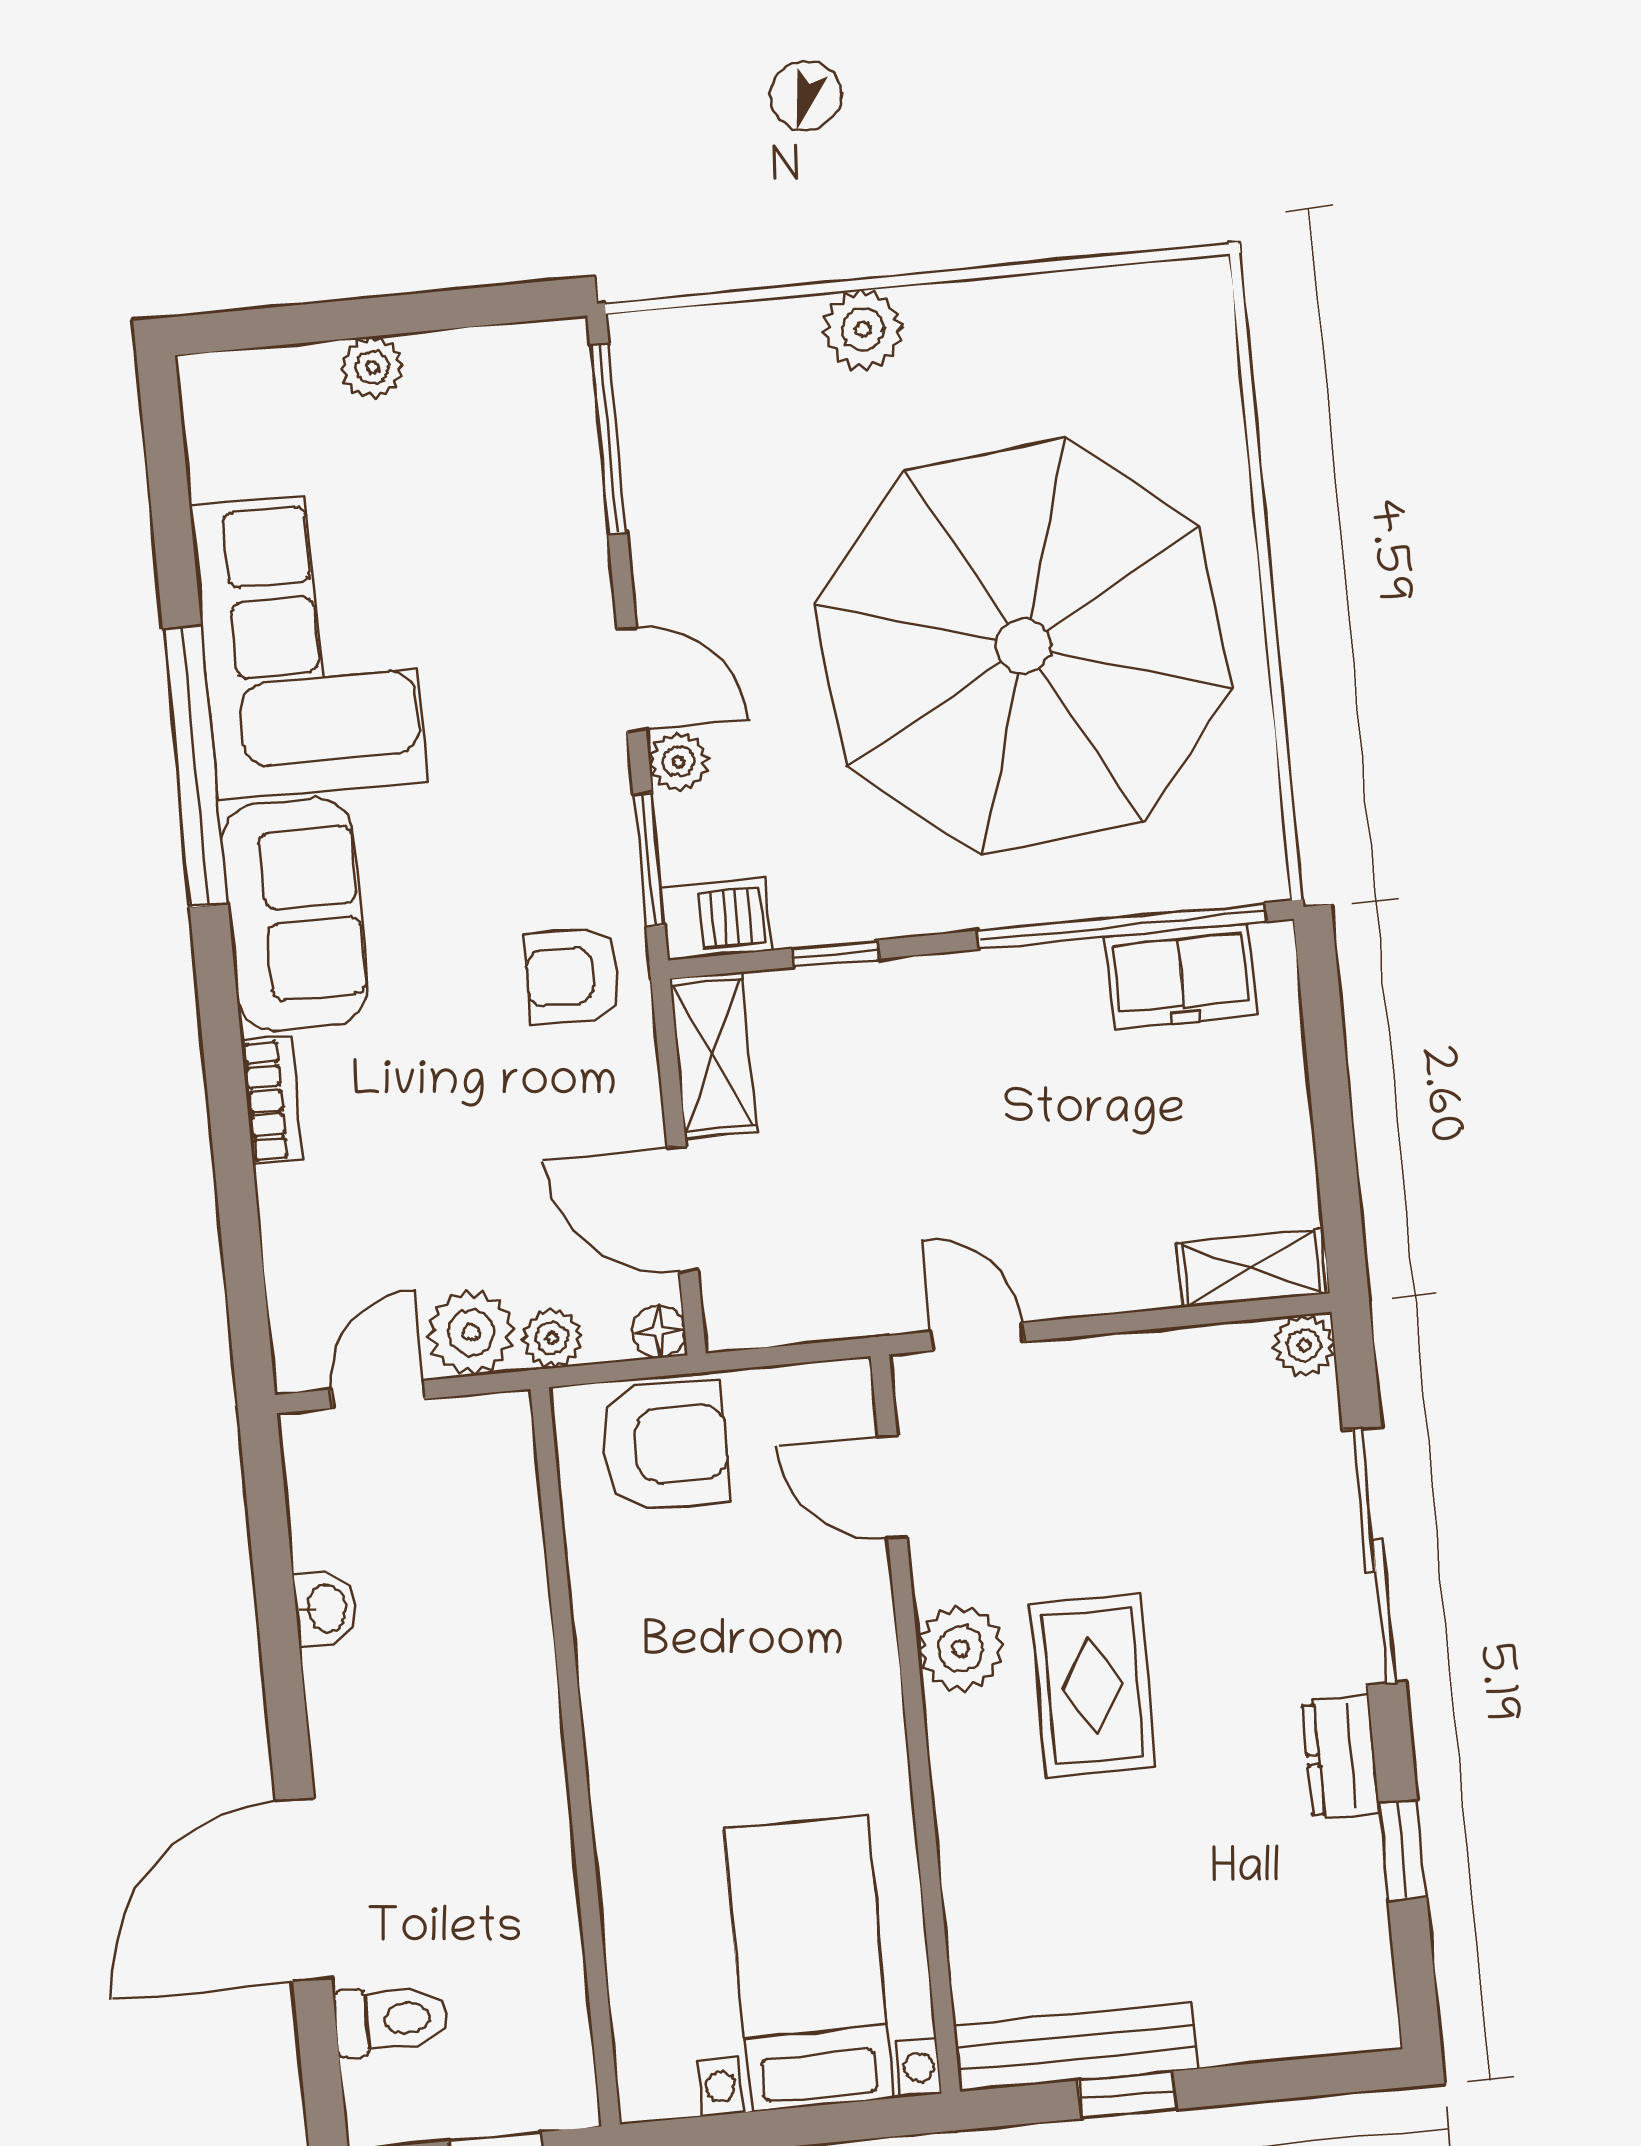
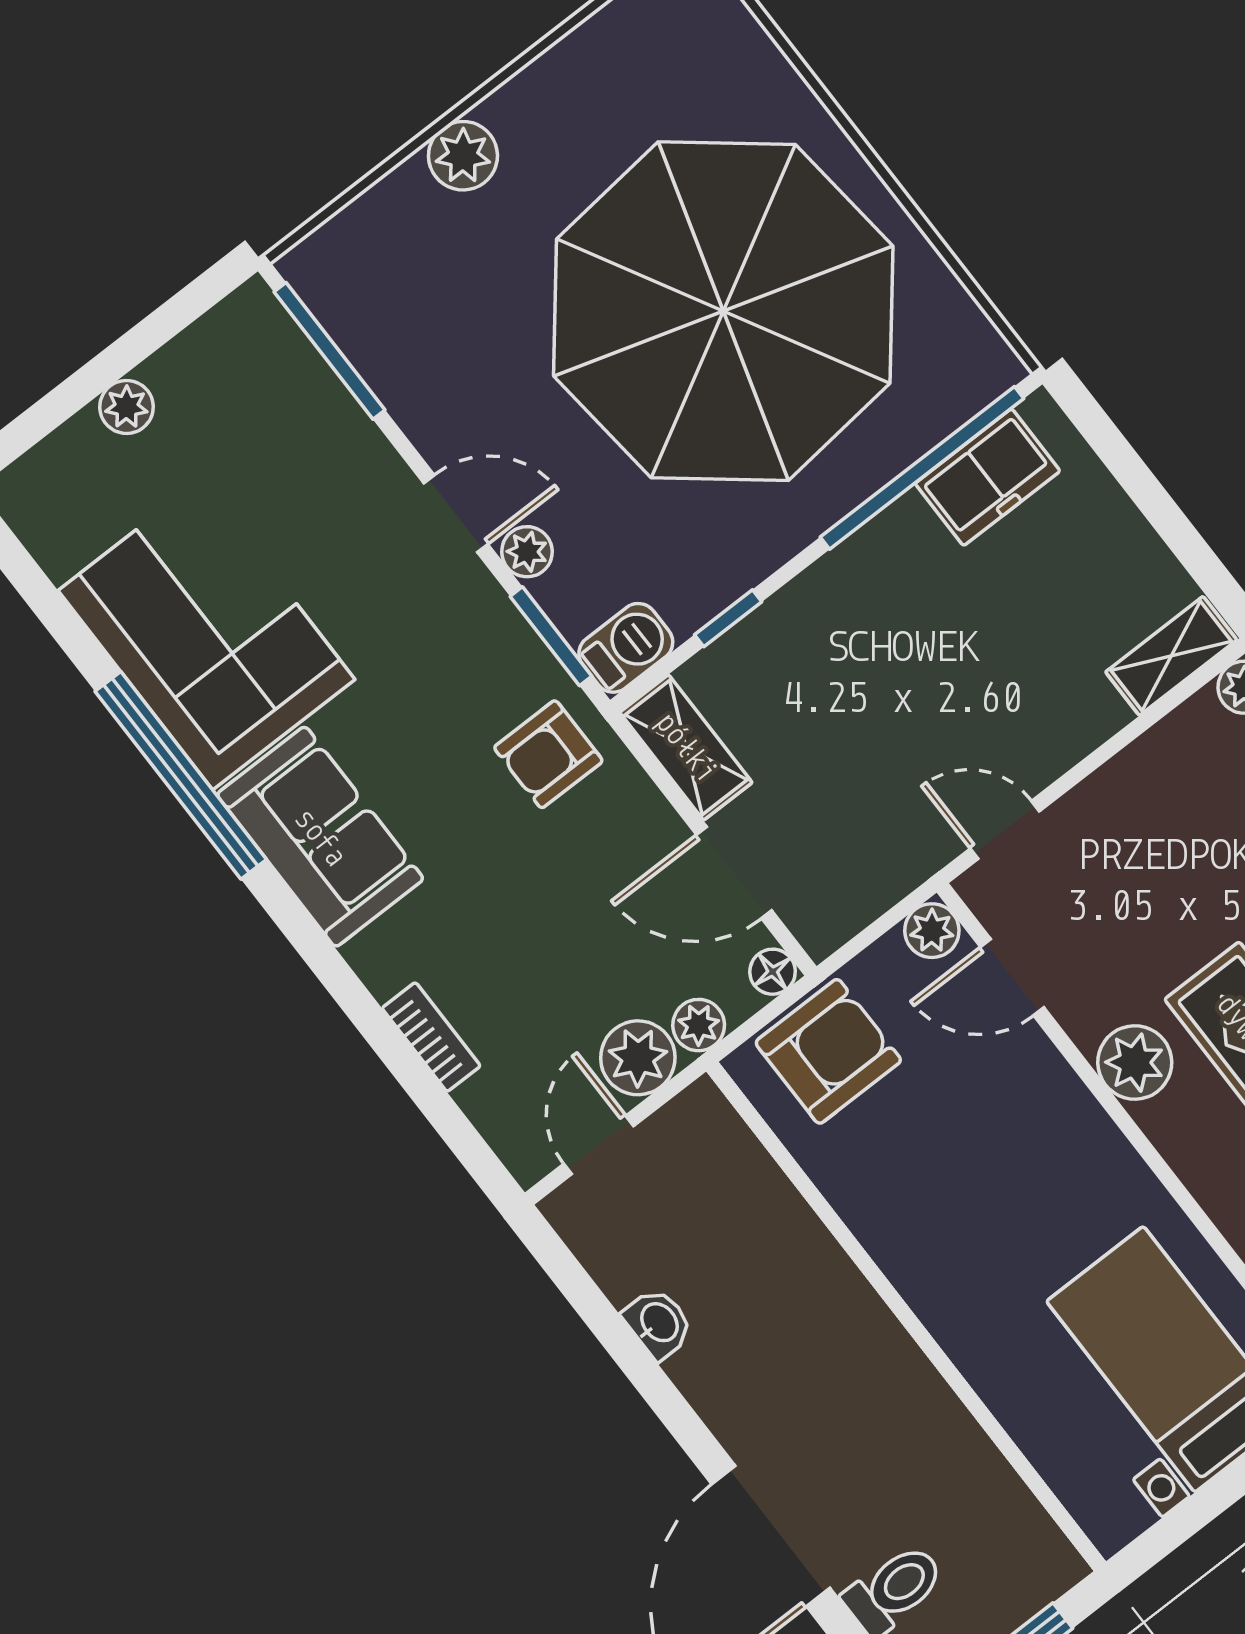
bookcase: (272, 1100) -> (431, 1037), moved
plant: (842, 1391) -> (932, 931), added

